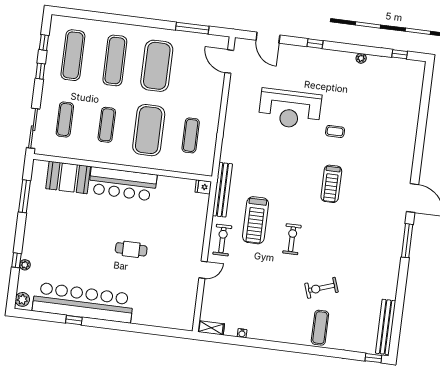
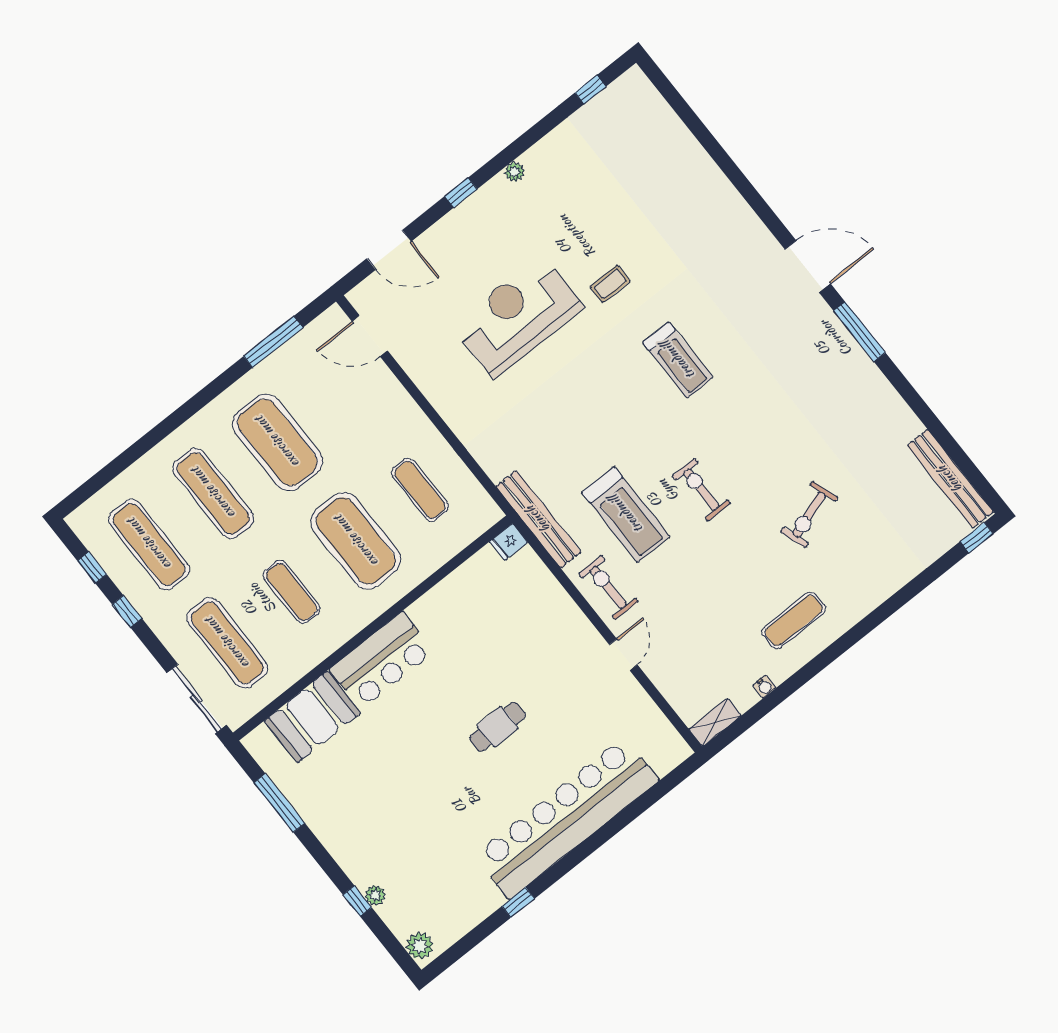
plant: (361, 58) -> (514, 172), moved
reception desk: (290, 109) -> (518, 316), turned 180
exercise mat: (65, 119) -> (227, 643), width x1.36, depth x1.45
bar counter: (123, 184) -> (382, 660), width x0.73
bar counter: (83, 303) -> (566, 818), moved
exercise mat: (320, 328) -> (794, 620), moved, turned 90

